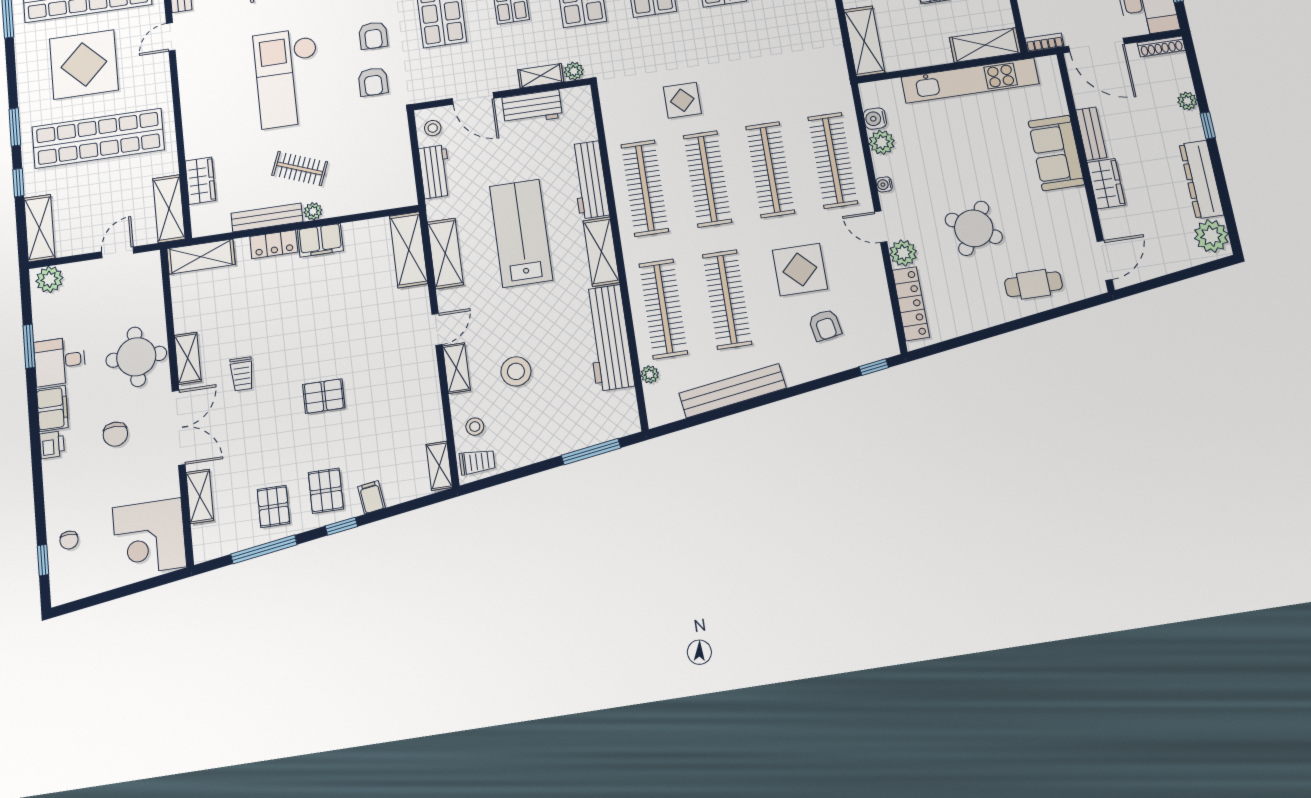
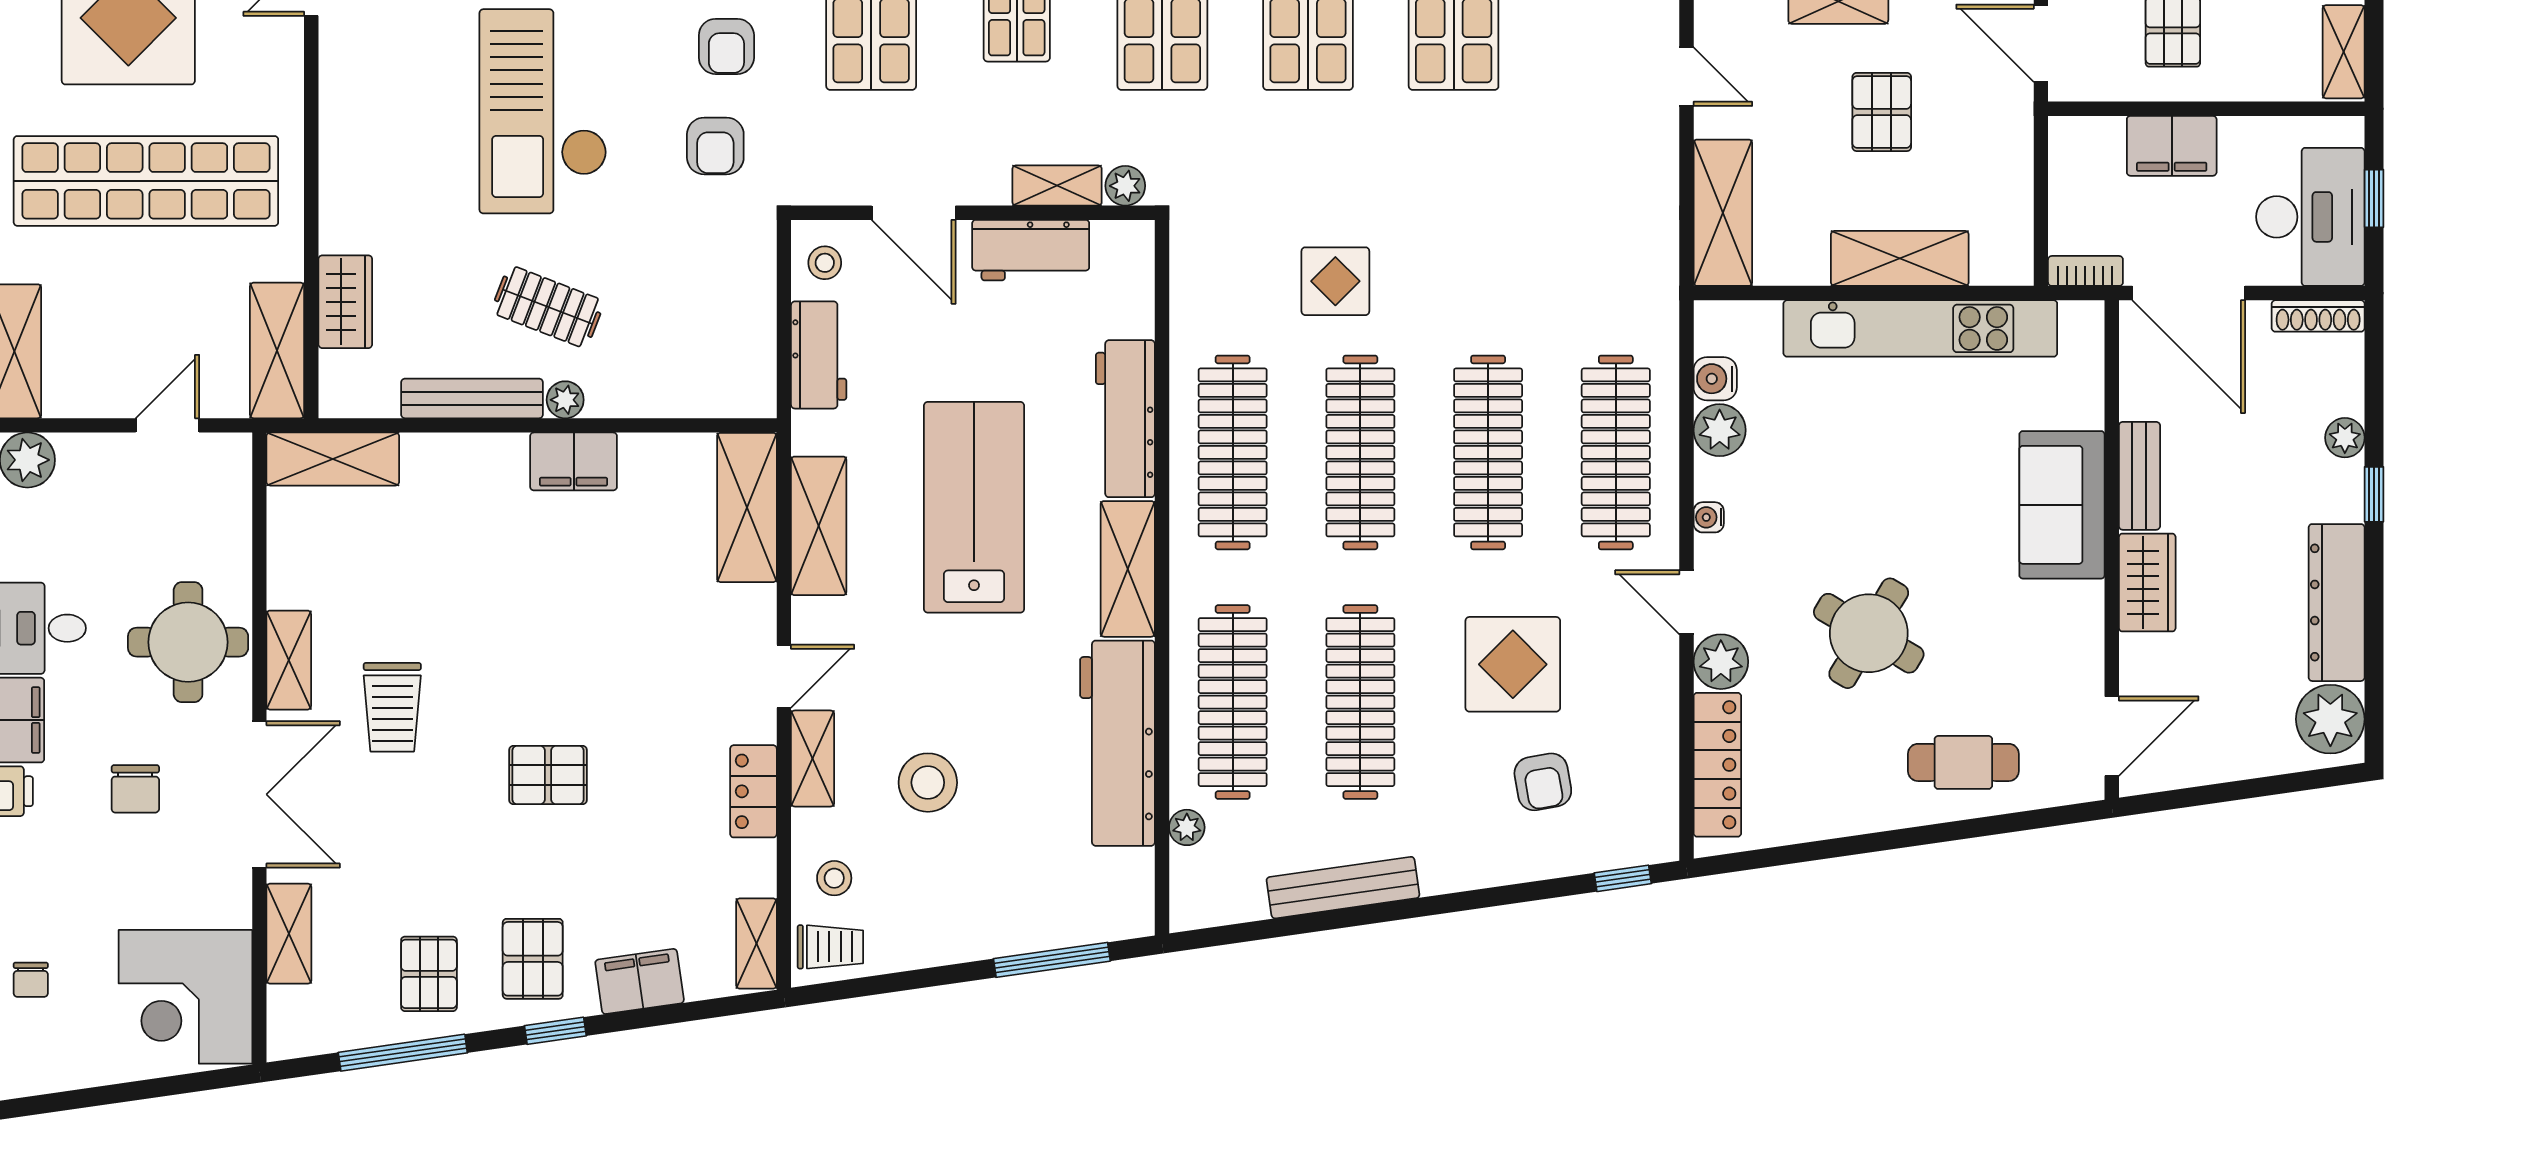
shelving: (985, 45) -> (1900, 258), moved
locker: (274, 244) -> (753, 791), moved, turned 90
trolley: (242, 374) -> (392, 707), width x1.36, depth x1.39
bench: (733, 391) -> (1343, 888), width x0.73, depth x0.82
filing cabinet: (371, 497) -> (640, 981), width x2.00

